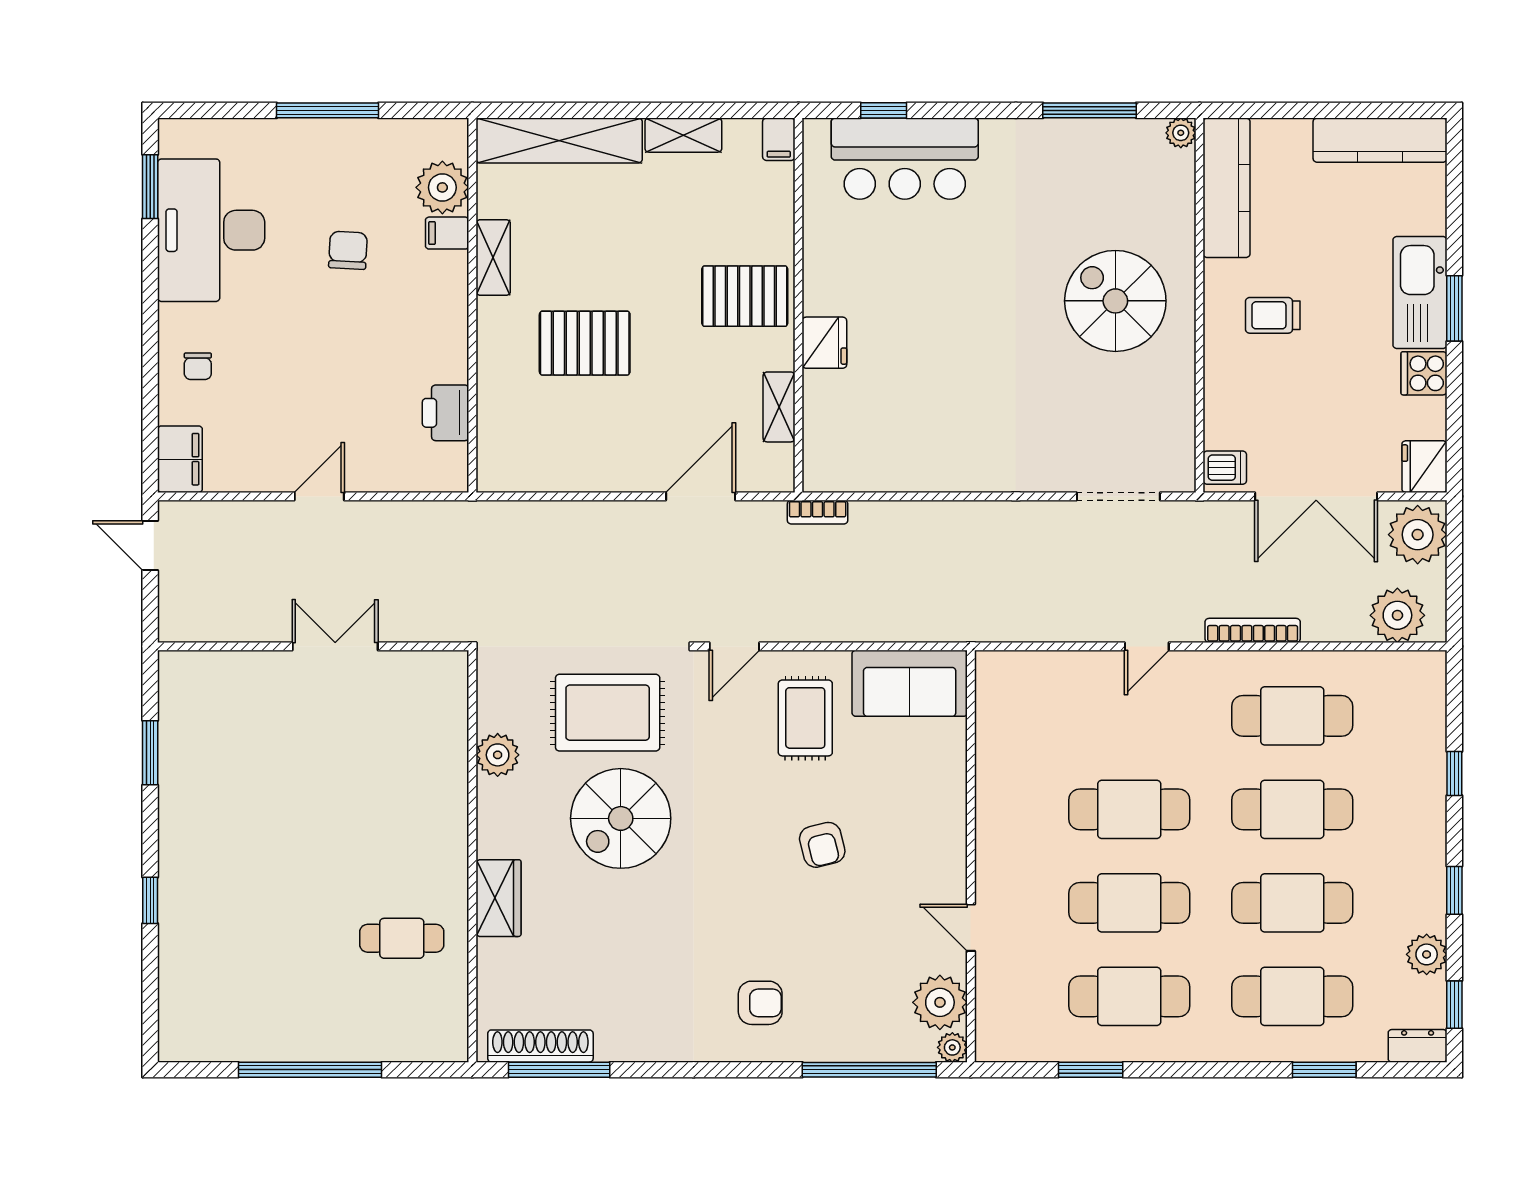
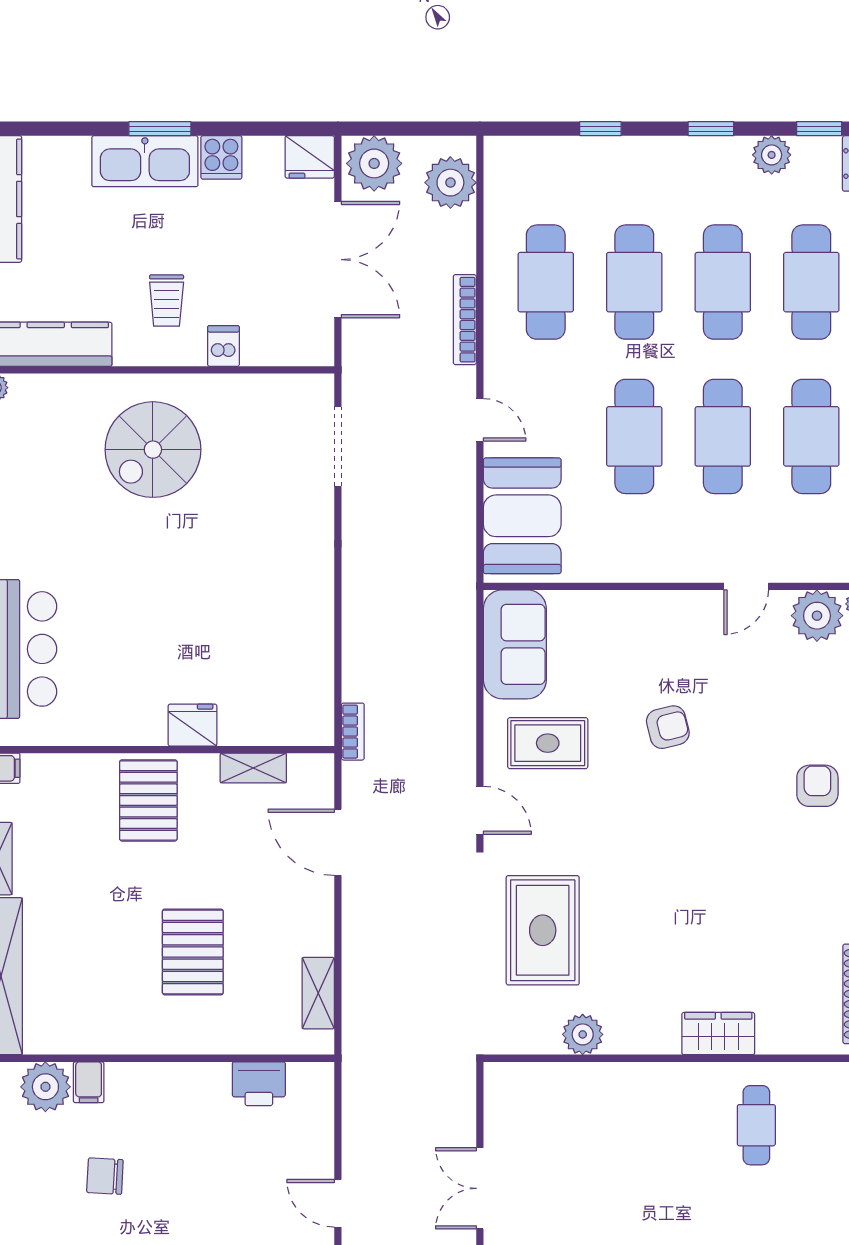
shelving: (493, 257) -> (318, 993), moved, turned 90
dishwasher: (1225, 468) -> (223, 346), moved
booth: (1045, 691) -> (522, 516), added
spiral stairs: (621, 818) -> (643, 918), removed

